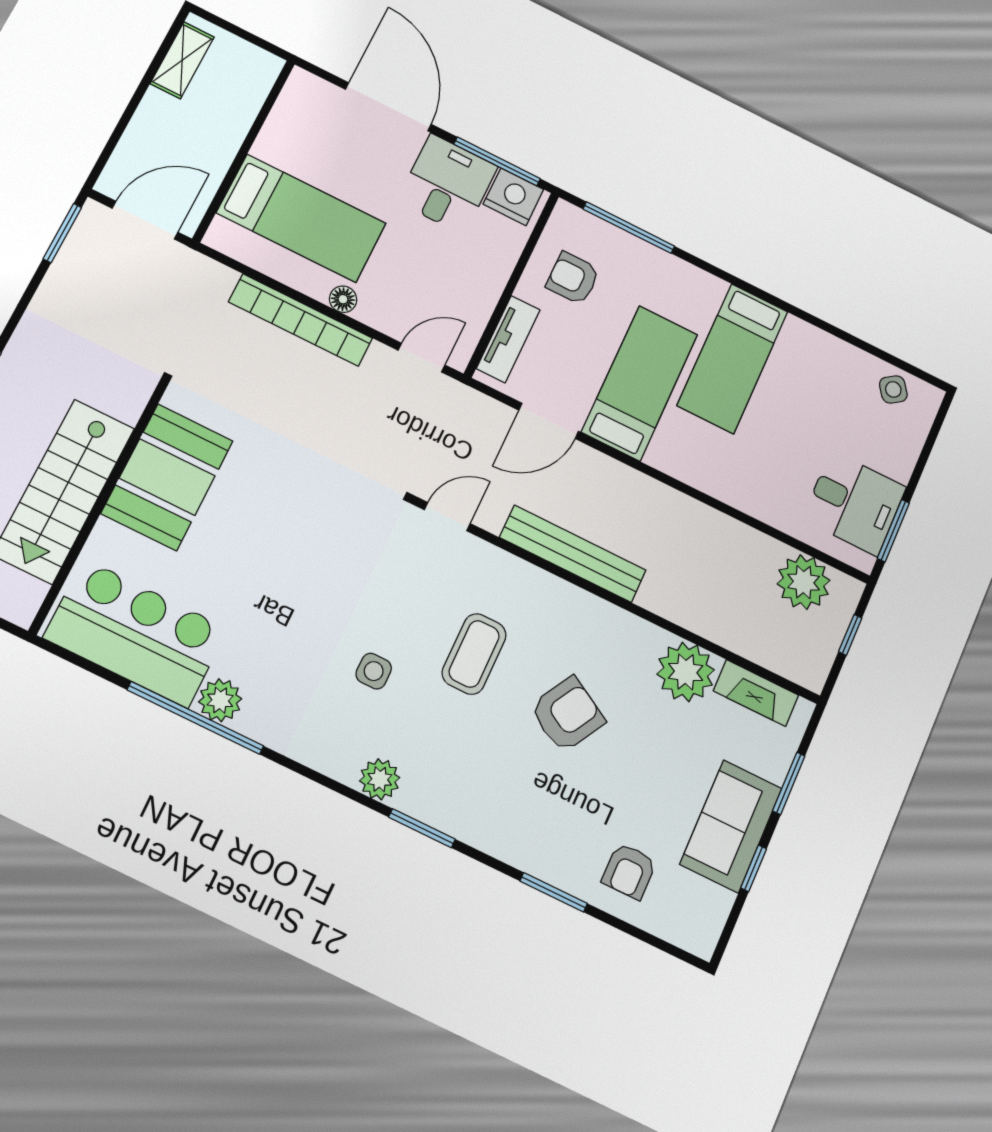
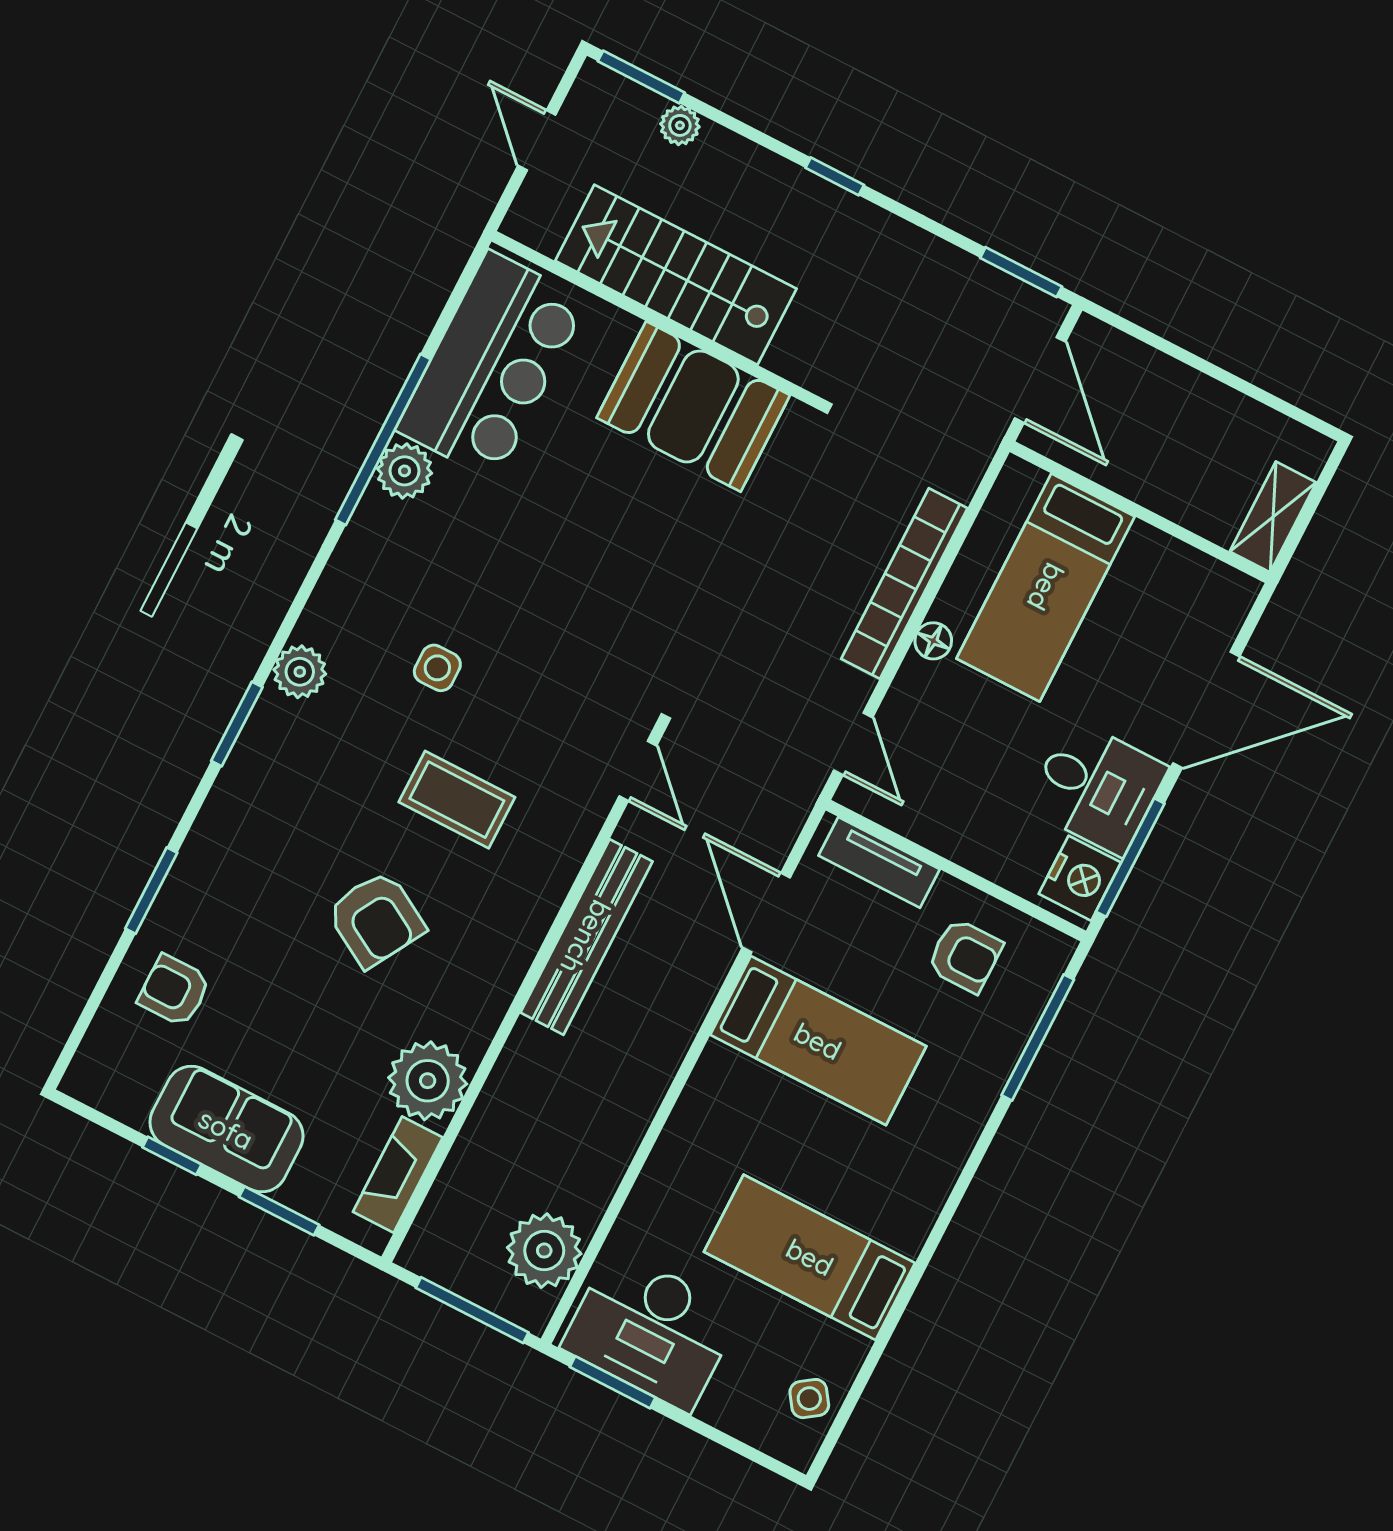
shelving: (182, 60) -> (1273, 517), moved, turned 90
armchair: (573, 278) -> (965, 956), turned 90
bed: (733, 358) -> (810, 1257), moved
desk: (854, 503) -> (651, 1330), width x1.37
window: (850, 635) -> (472, 1310), width x2.17

